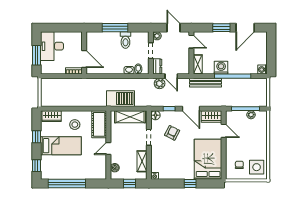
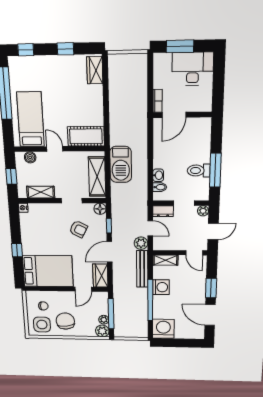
window: (115, 28) -> (215, 170), moved
door: (191, 42) -> (194, 253), hinge flipped
washing machine: (263, 70) -> (163, 329), width x1.89, depth x1.89
door: (171, 76) -> (150, 228), swing flipped
plant: (160, 84) -> (141, 243), moved
plant: (262, 116) -> (102, 331), added
stool: (75, 125) -> (84, 103), removed
bed: (61, 146) -> (31, 119), moved, turned 180
chair: (253, 147) -> (65, 321), added

